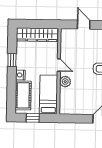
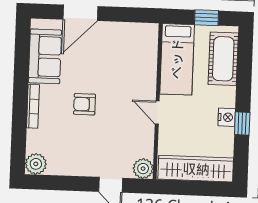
nightstand: (20, 75) -> (227, 117), moved
plant: (65, 82) -> (143, 169), moved

